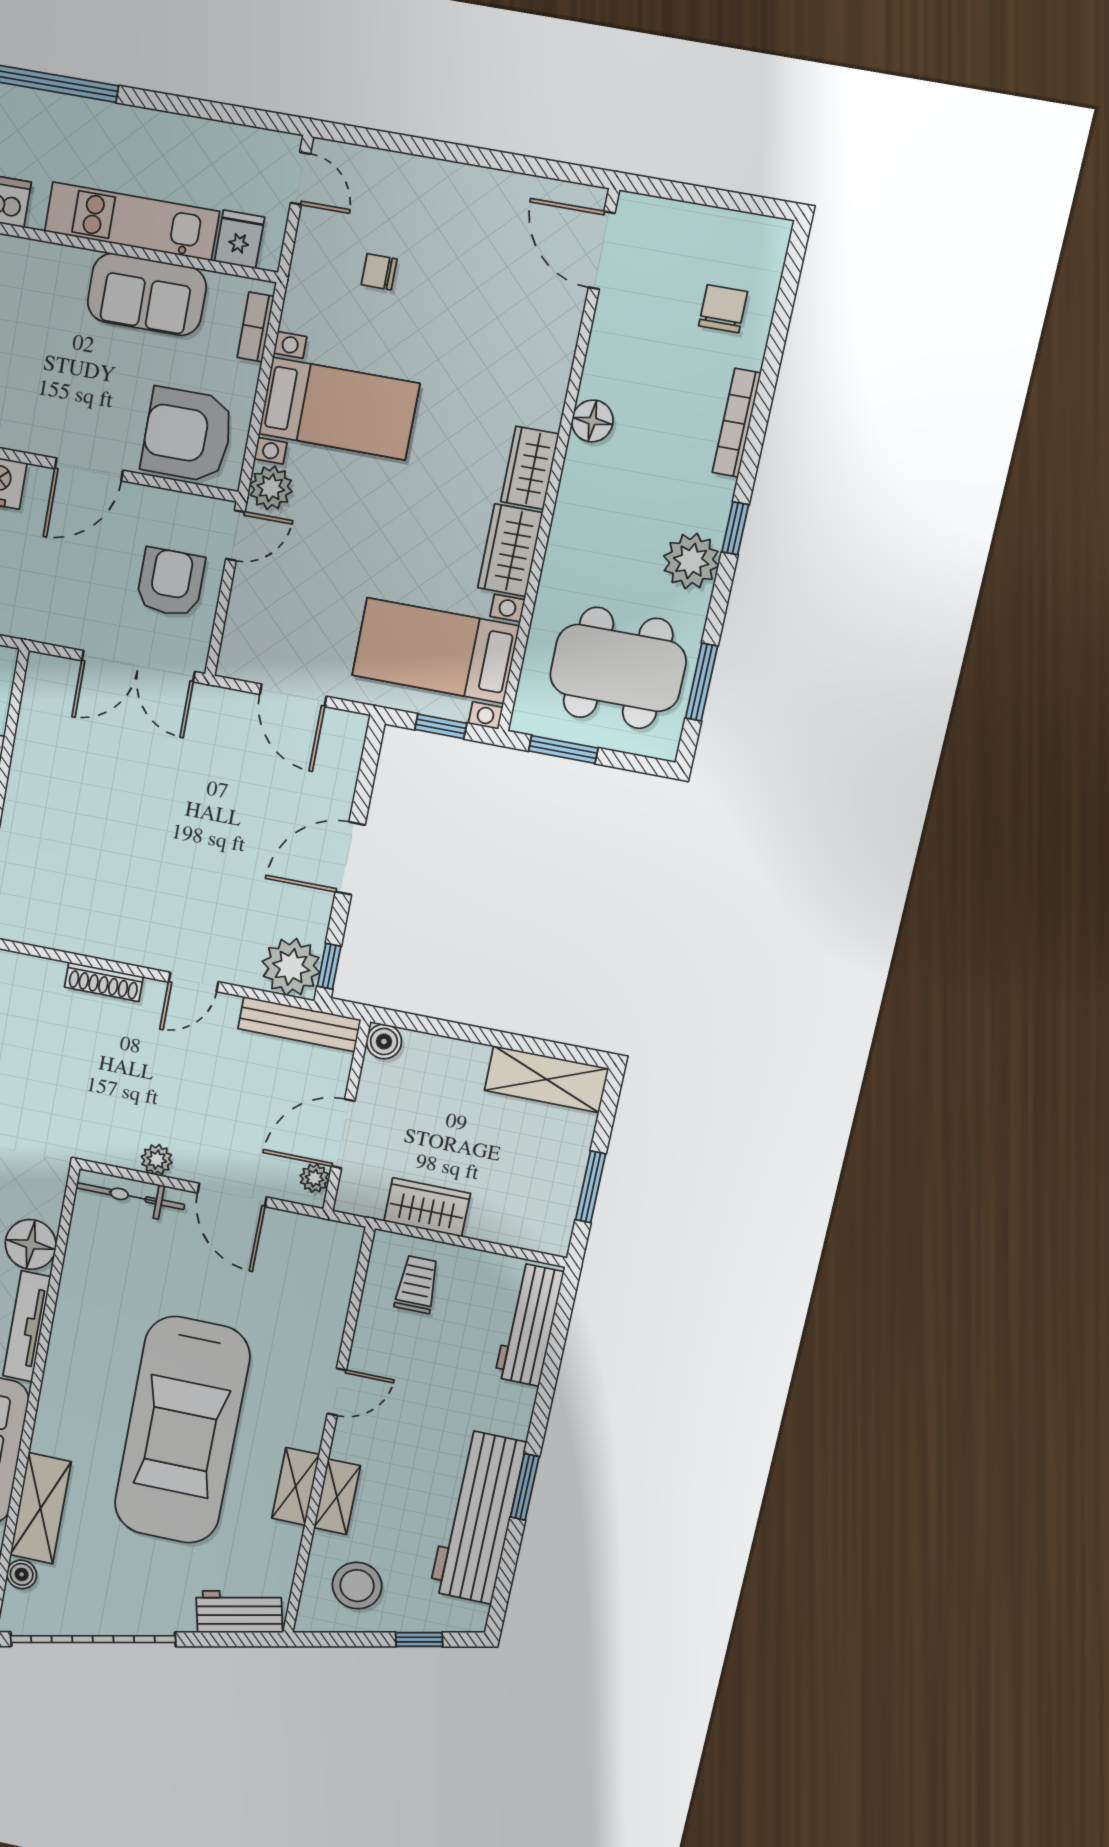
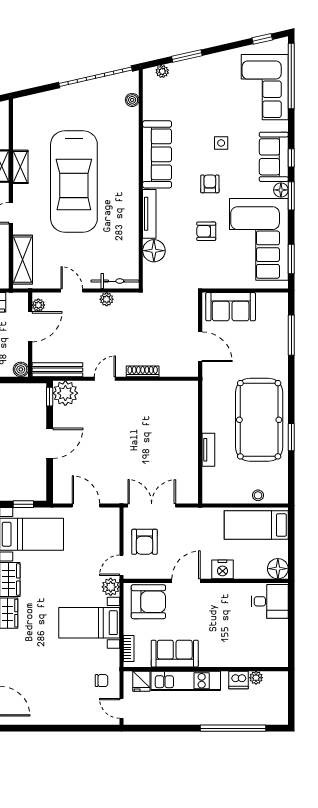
chair: (379, 272) -> (102, 681), moved
door: (232, 1195) -> (72, 291), width x0.73
car: (182, 1430) -> (74, 181), turned 180
shelving: (41, 1508) -> (23, 260), moved
workbench: (239, 1612) -> (34, 104), removed

